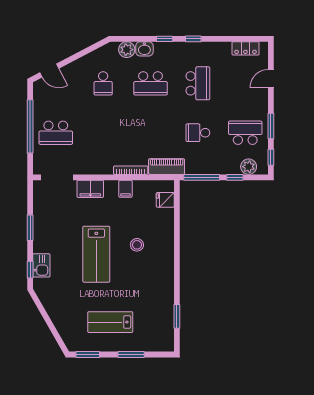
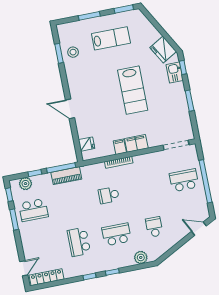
locker: (245, 48) -> (47, 277), width x1.53
washbasin: (144, 49) -> (127, 261), removed
door: (271, 79) -> (24, 268), moved
school desk: (198, 133) -> (109, 195), moved, turned 180
piano: (167, 167) -> (66, 176), moved
filing cabinet: (90, 189) -> (136, 143), moved
stool: (137, 245) -> (73, 52), moved
door: (177, 247) -> (70, 109), added
lab bench: (96, 254) -> (133, 90), turned 180
fridge: (50, 296) -> (163, 50), added

